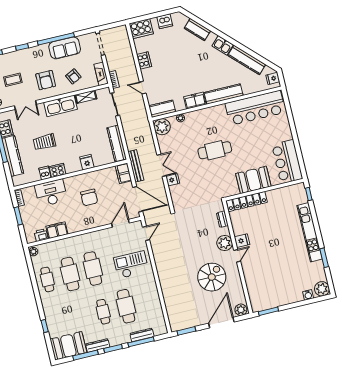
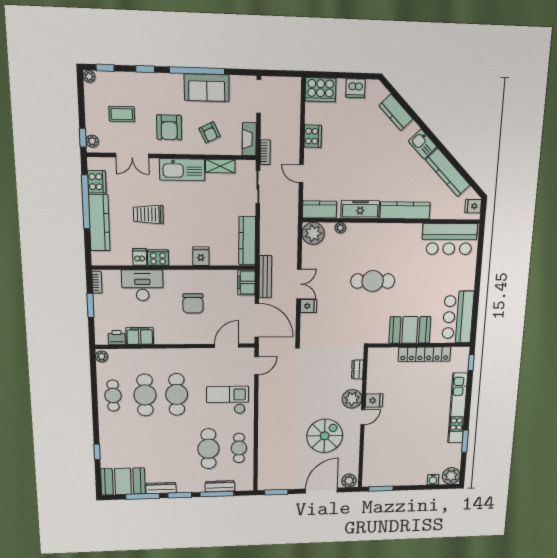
freezer: (195, 101) -> (360, 209), width x1.40
bar counter: (255, 108) -> (449, 239), width x0.73
locker: (247, 202) -> (424, 354), moved
cafe table: (103, 312) -> (239, 448), moved

